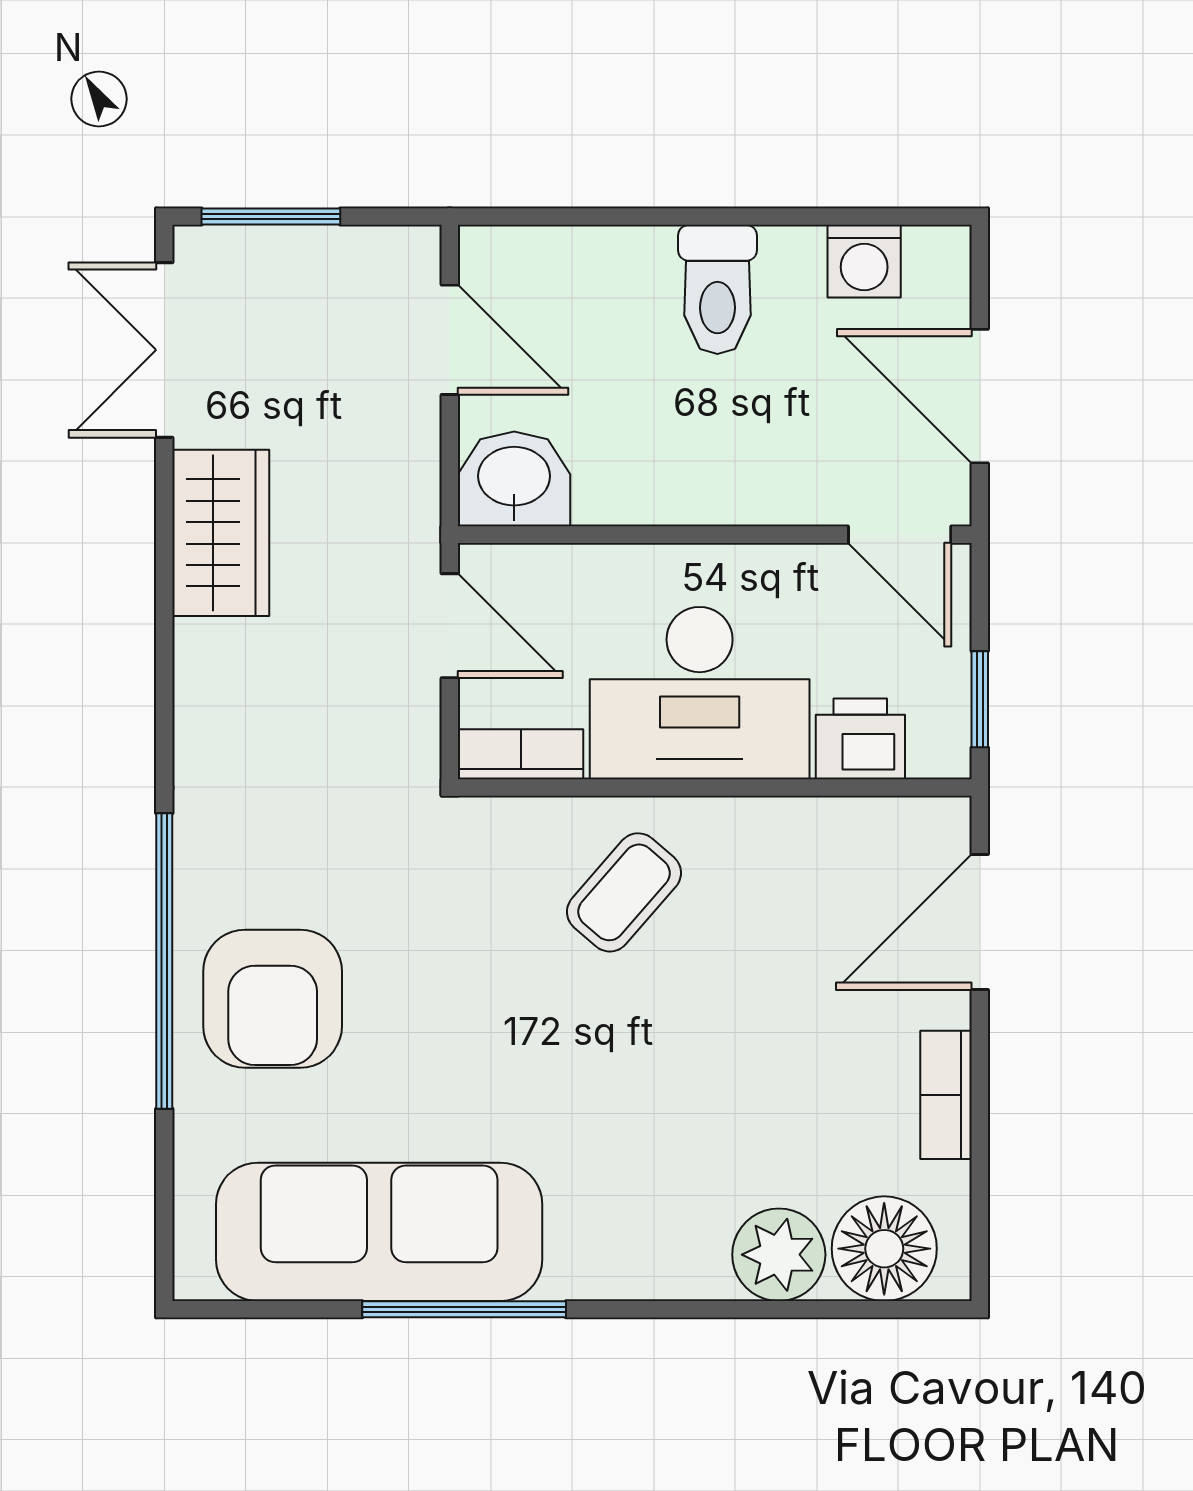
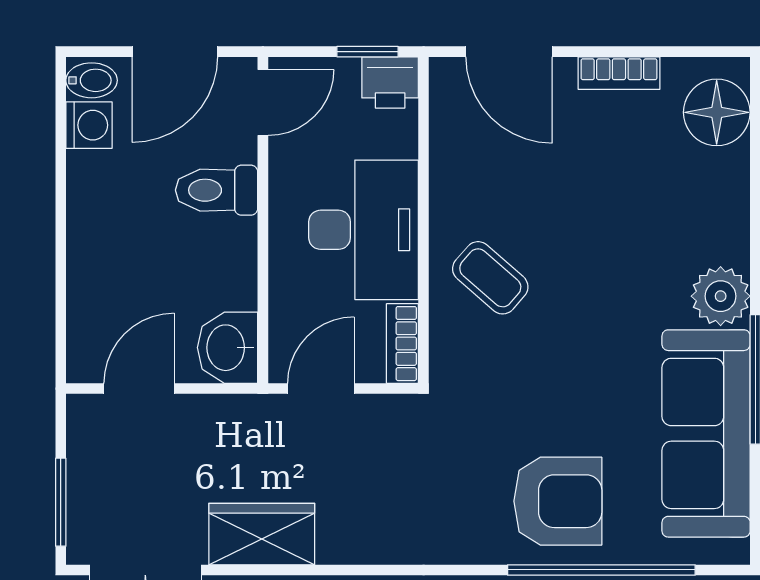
bidet: (935, 265) -> (92, 80), added
toilet: (717, 289) -> (217, 190), moved, turned 180
printer: (860, 739) -> (390, 83), moved, turned -90
window: (164, 961) -> (601, 570), moved
plant: (779, 1255) -> (721, 296), moved

